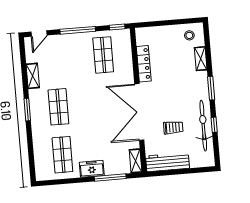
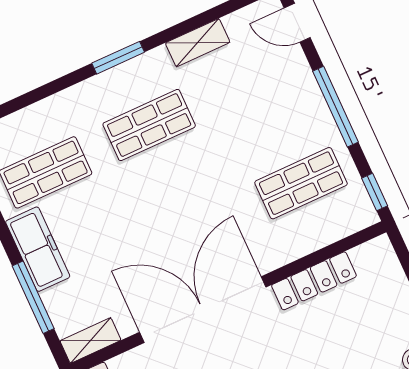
freezer: (92, 169) -> (38, 249), width x1.40

